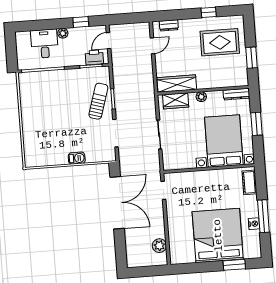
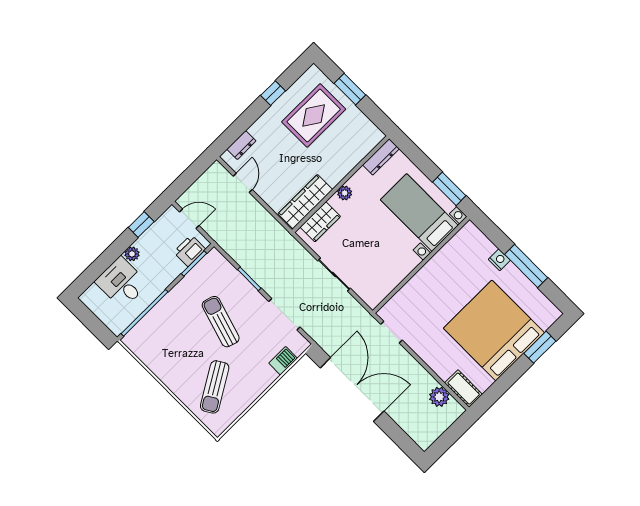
door: (109, 41) -> (189, 219), swing flipped
window: (251, 58) -> (350, 89), moved
sun lounger: (98, 101) -> (221, 322), moved
window: (256, 124) -> (449, 189), moved
sun lounger: (46, 140) -> (215, 387), added
bed with nightstands: (224, 141) -> (419, 213), width x0.73
barbecue: (77, 158) -> (283, 361), moved
cot: (249, 182) -> (464, 389), moved
nightstand: (254, 224) -> (499, 260), moved

